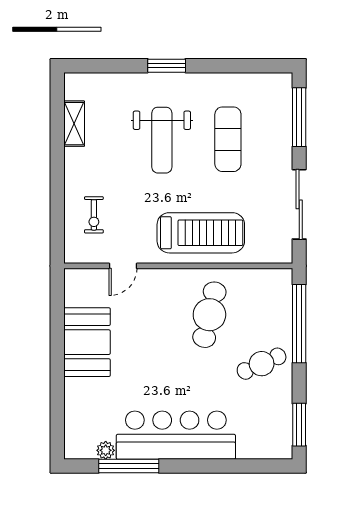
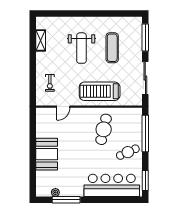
window: (167, 66) -> (84, 14), removed
treadmill: (201, 233) -> (100, 91), turned 180
booth: (87, 342) -> (47, 154), moved
bar counter: (176, 435) -> (112, 185), moved

